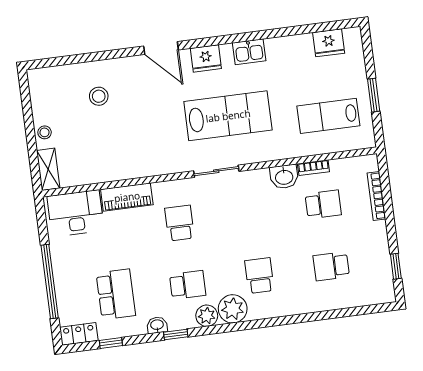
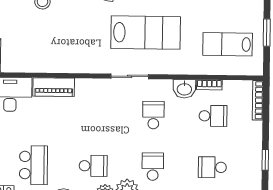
bookcase: (376, 196) -> (258, 100), moved
school desk: (180, 223) -> (153, 115), moved
window: (396, 266) -> (265, 160), moved

